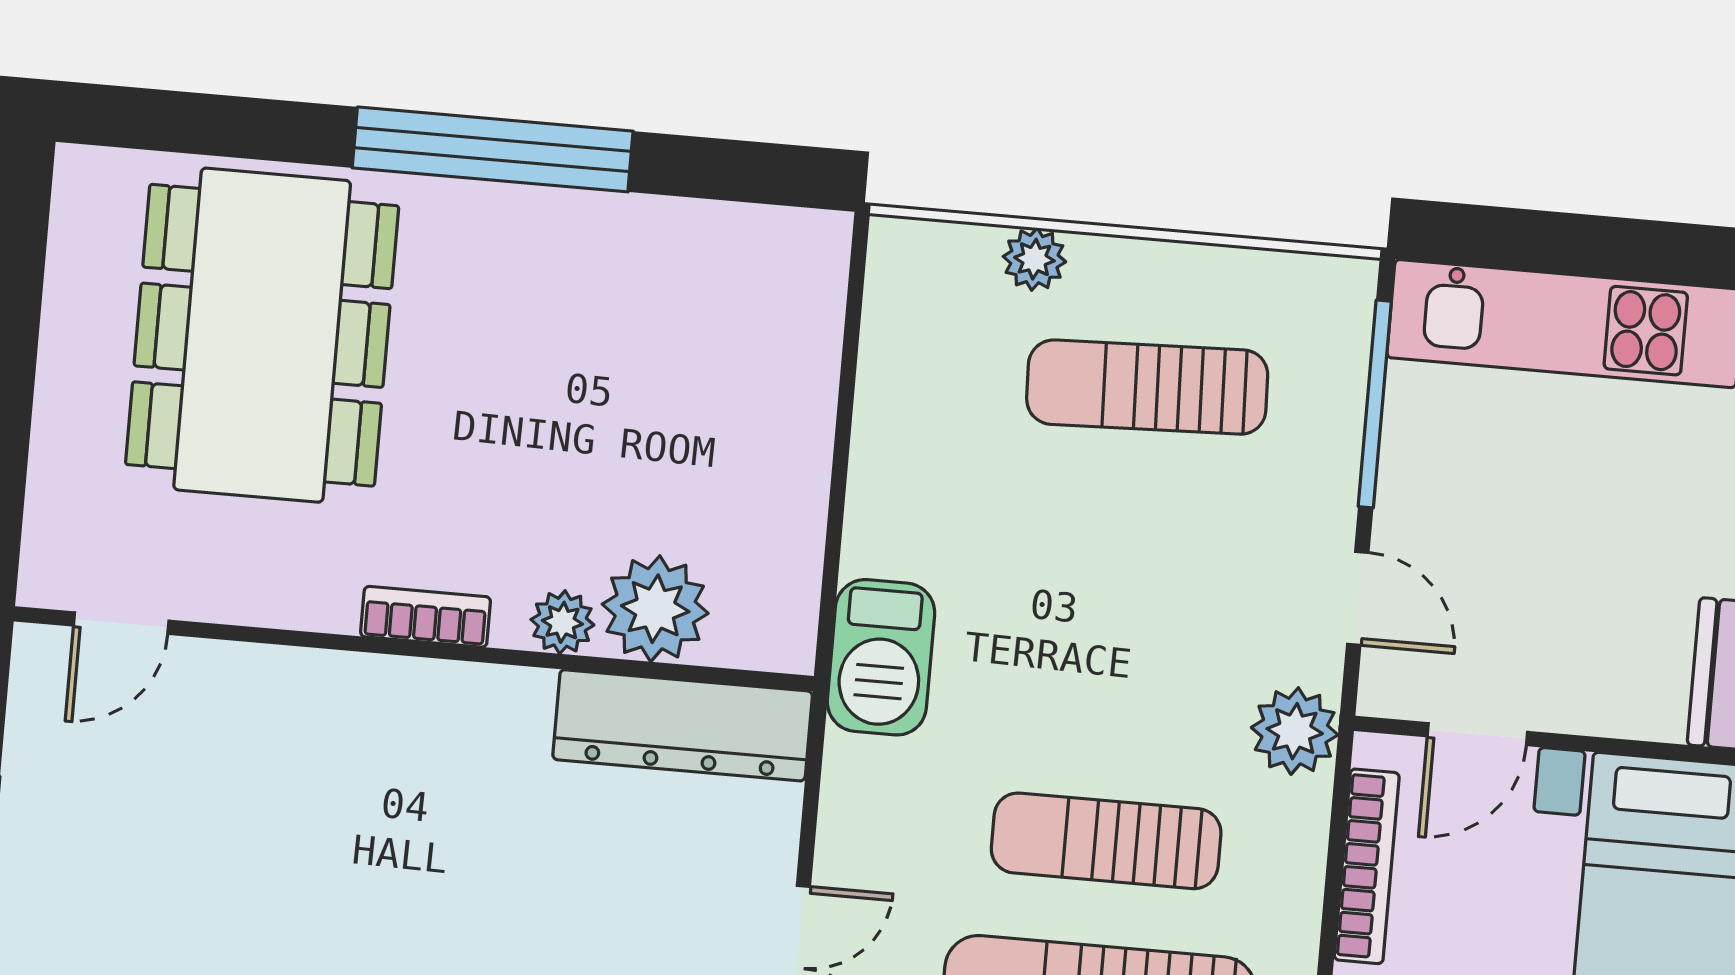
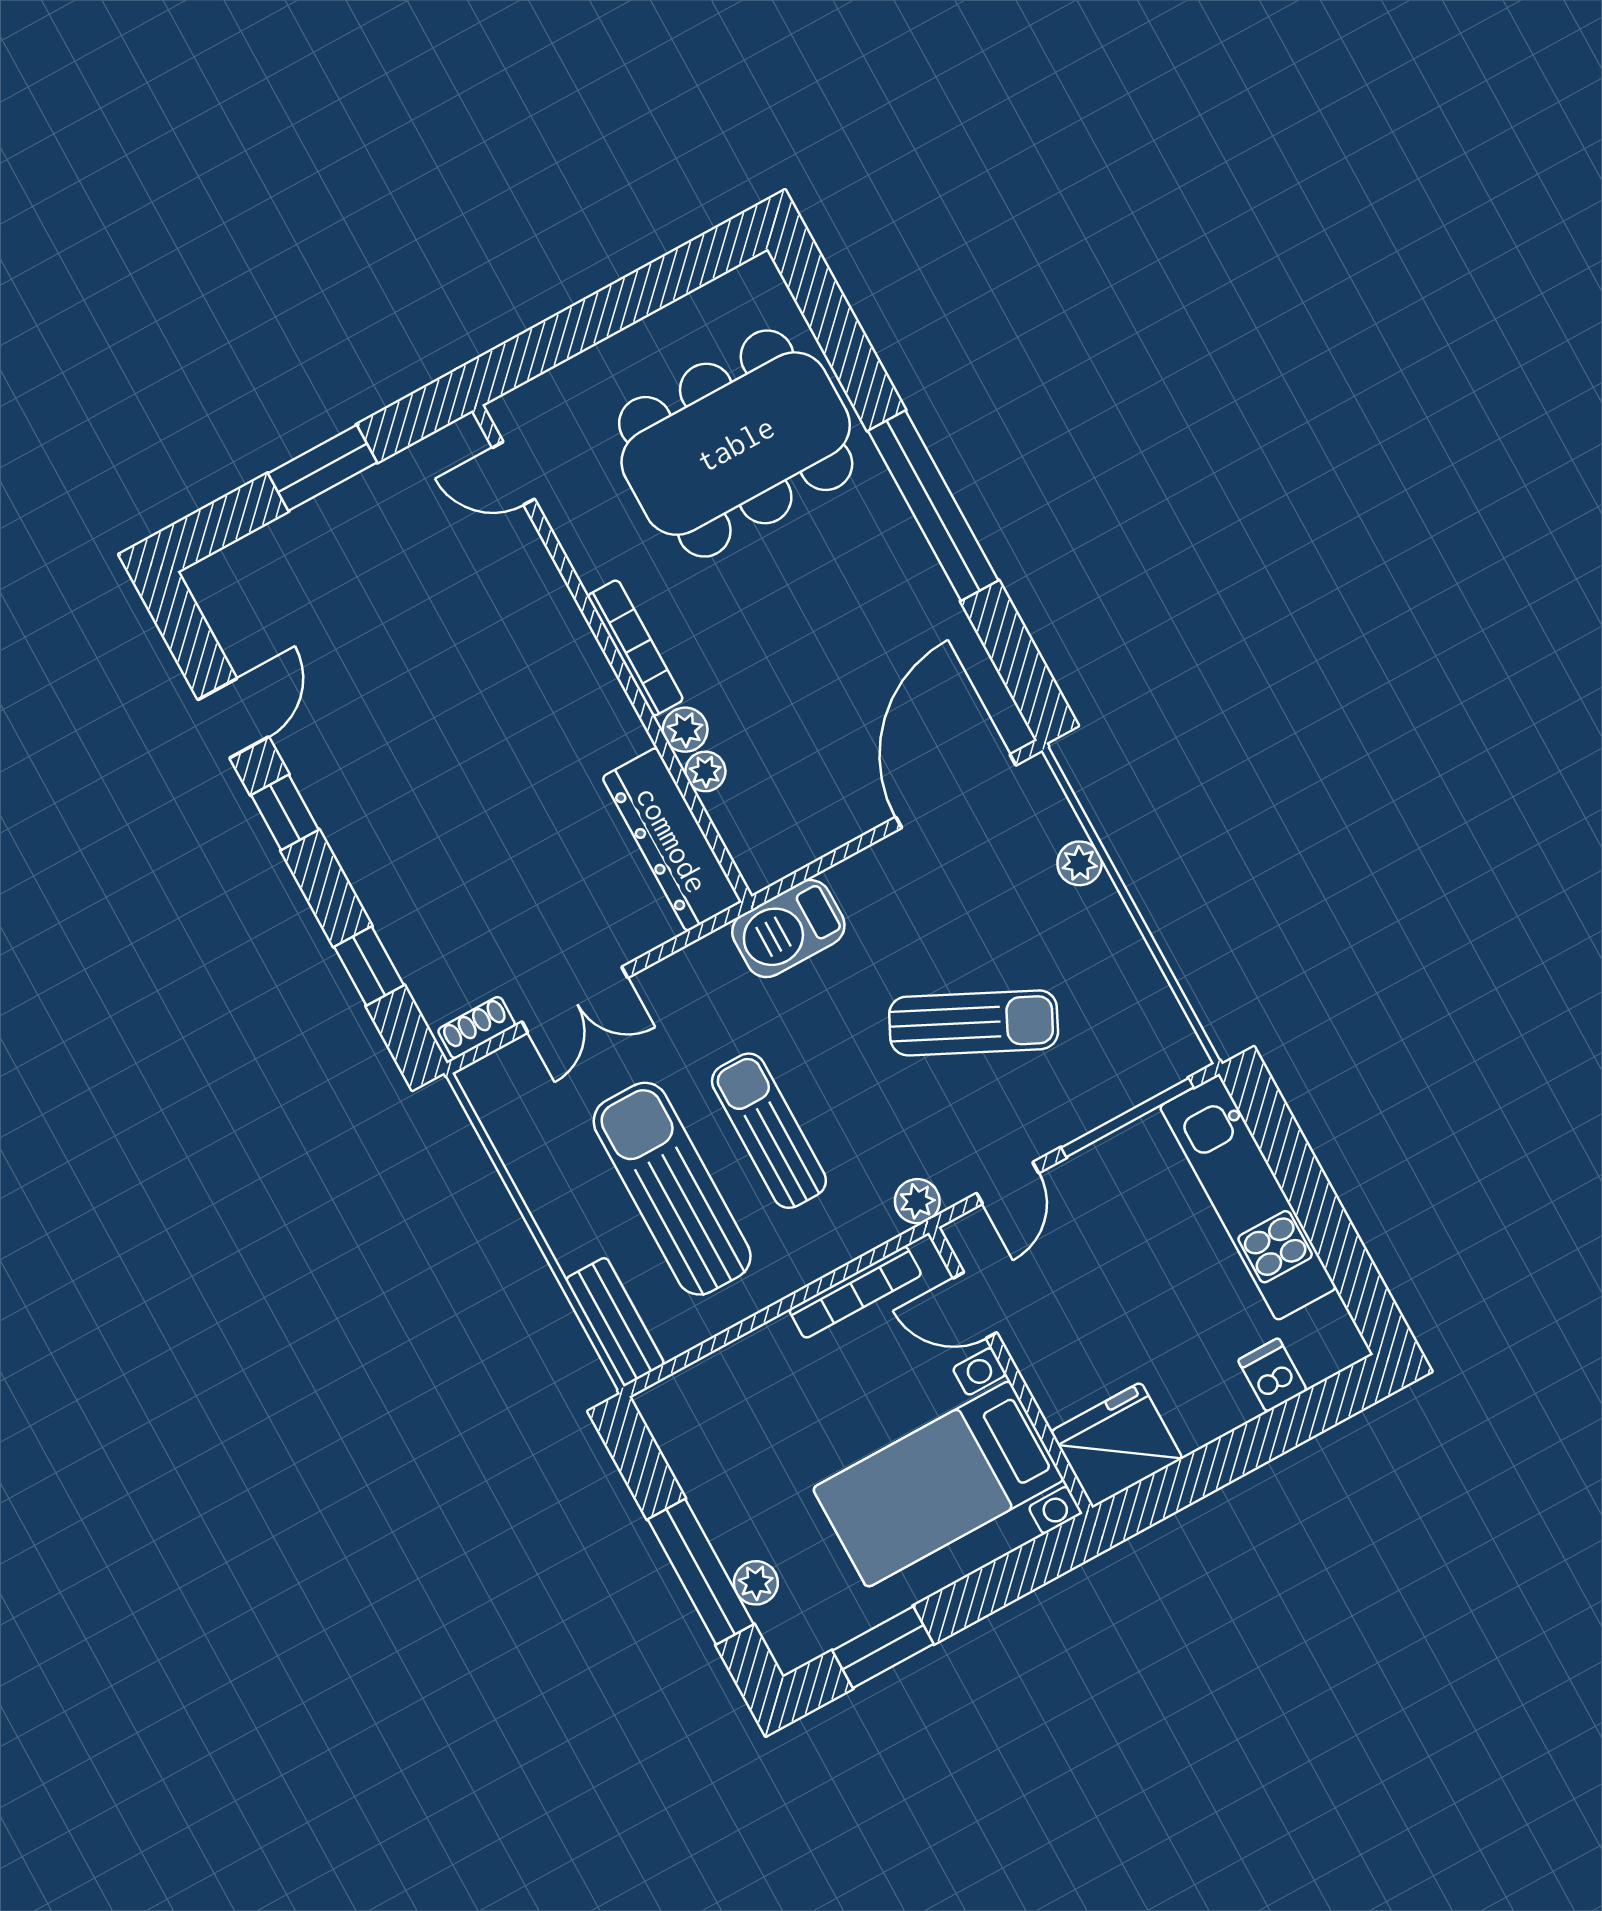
door: (850, 349) -> (956, 791), added
sun lounger: (1147, 387) -> (974, 1023), moved, turned 118
plant: (655, 609) -> (705, 771), width x0.53, depth x0.53
bookcase: (426, 617) -> (635, 648), width x1.56
plant: (1295, 731) -> (917, 1201), width x0.73, depth x0.73

